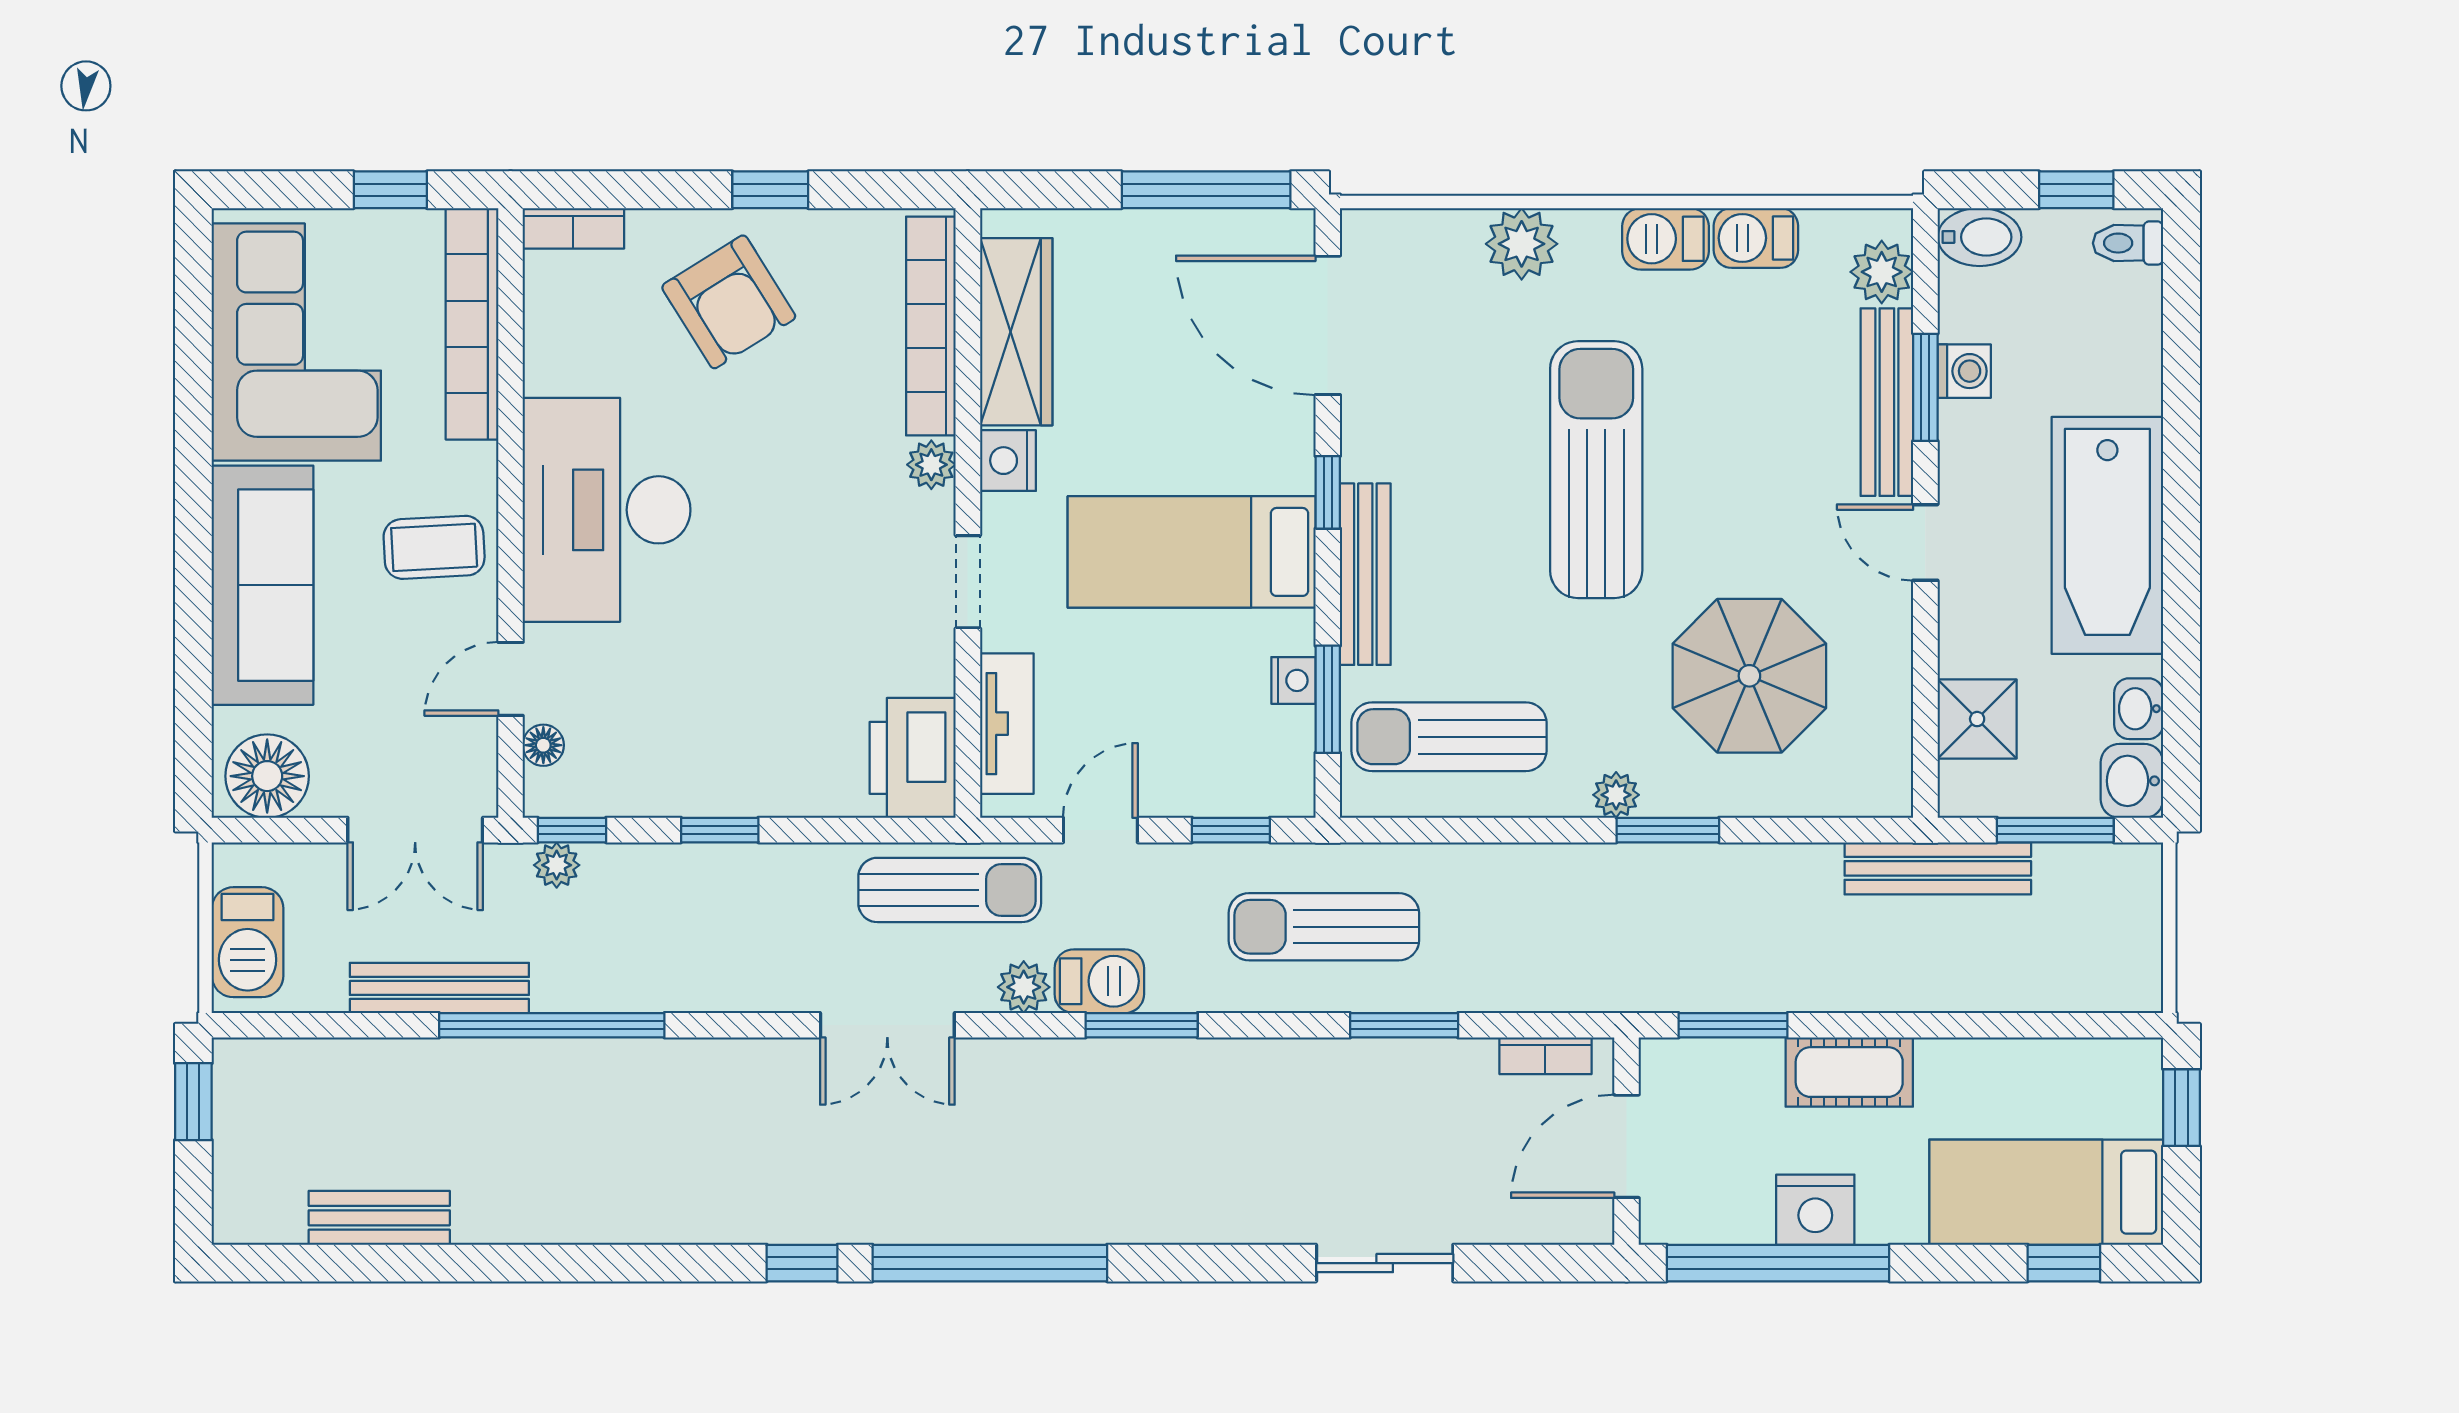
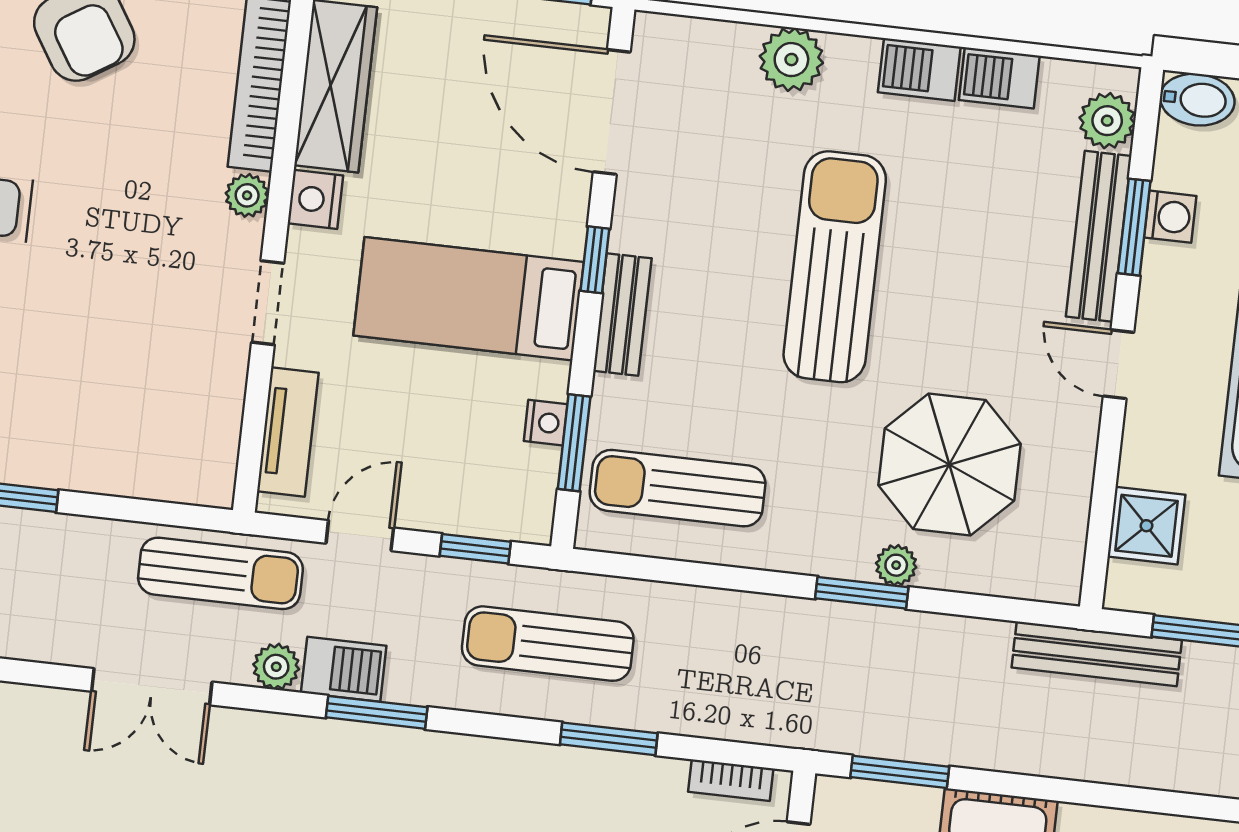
bench: (1365, 574) -> (622, 315), width x0.73
printer: (913, 758) -> (201, 453), removed
plant: (1616, 795) -> (896, 565), moved

